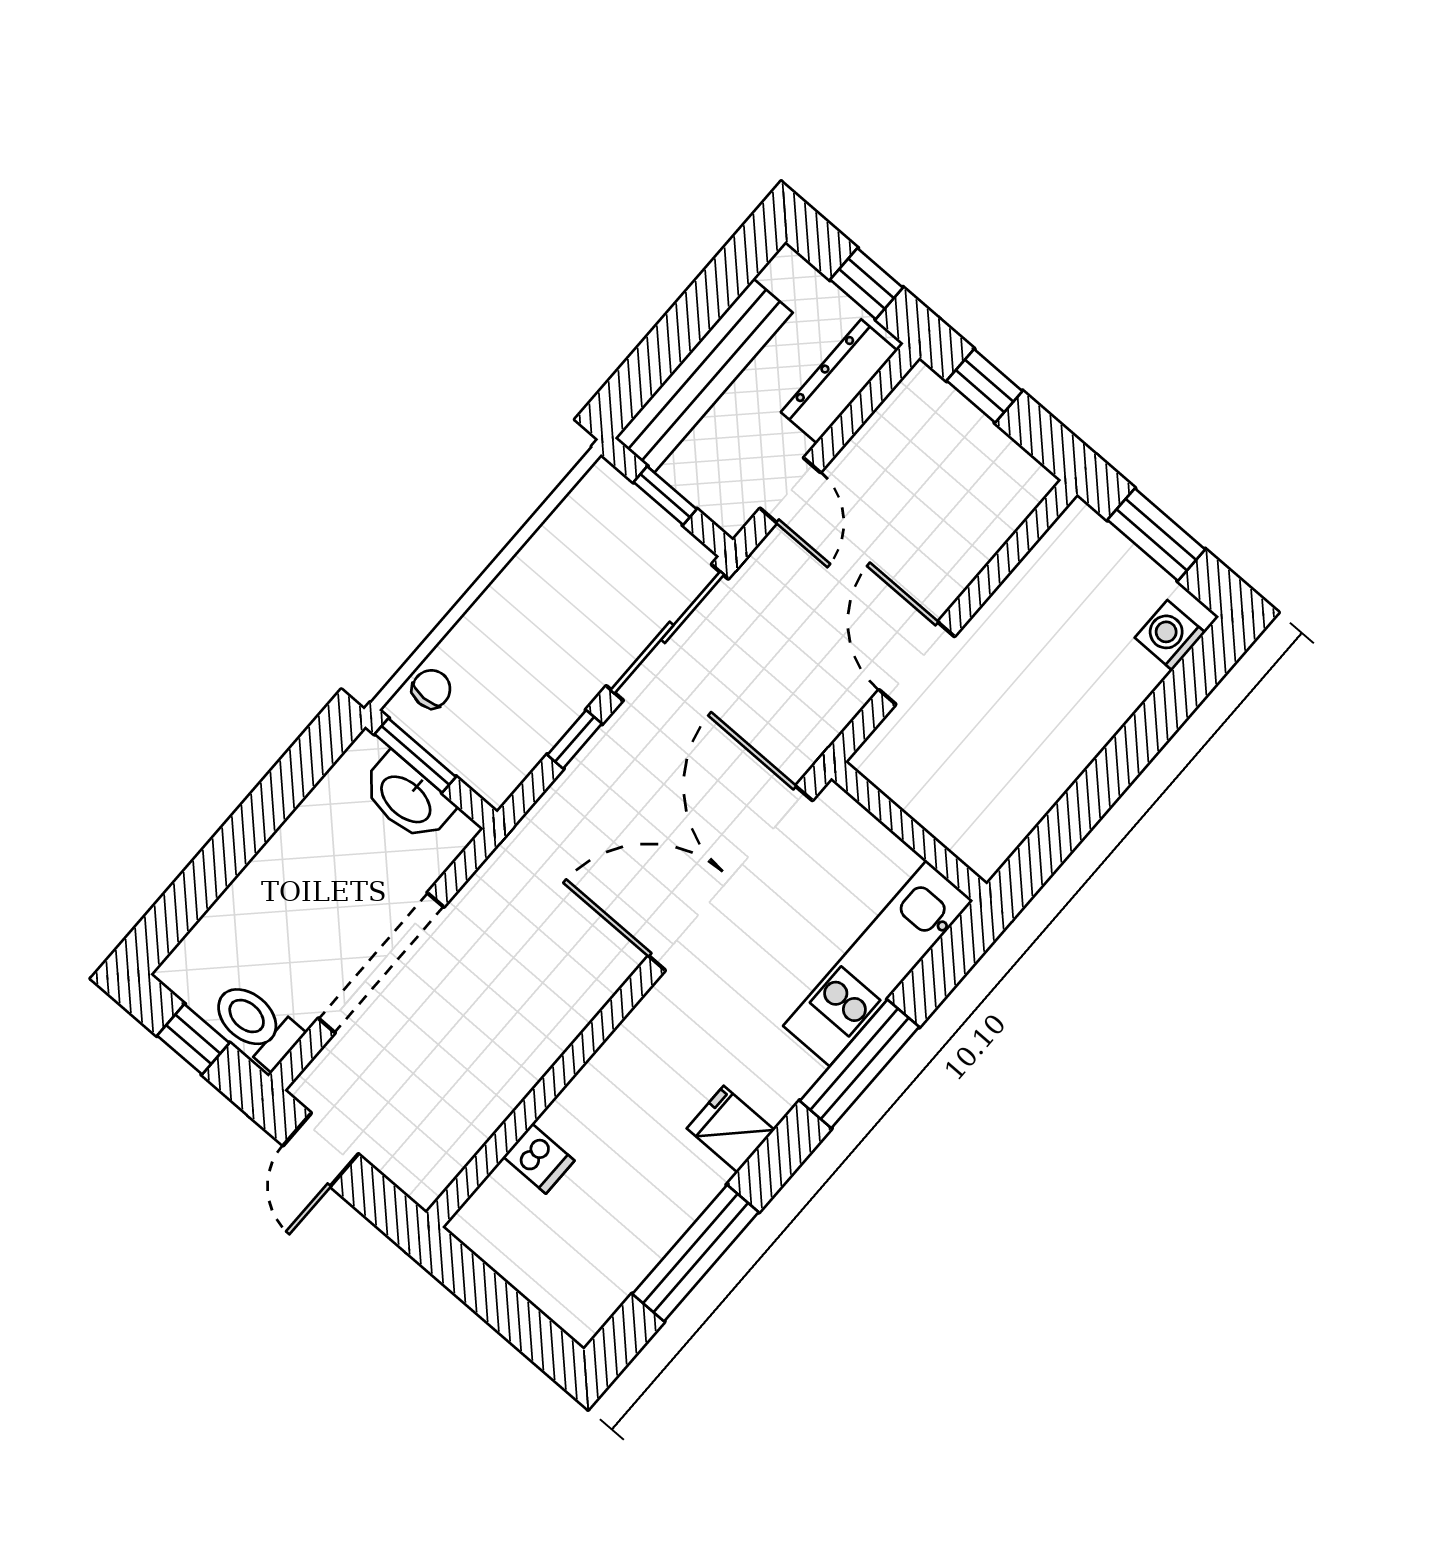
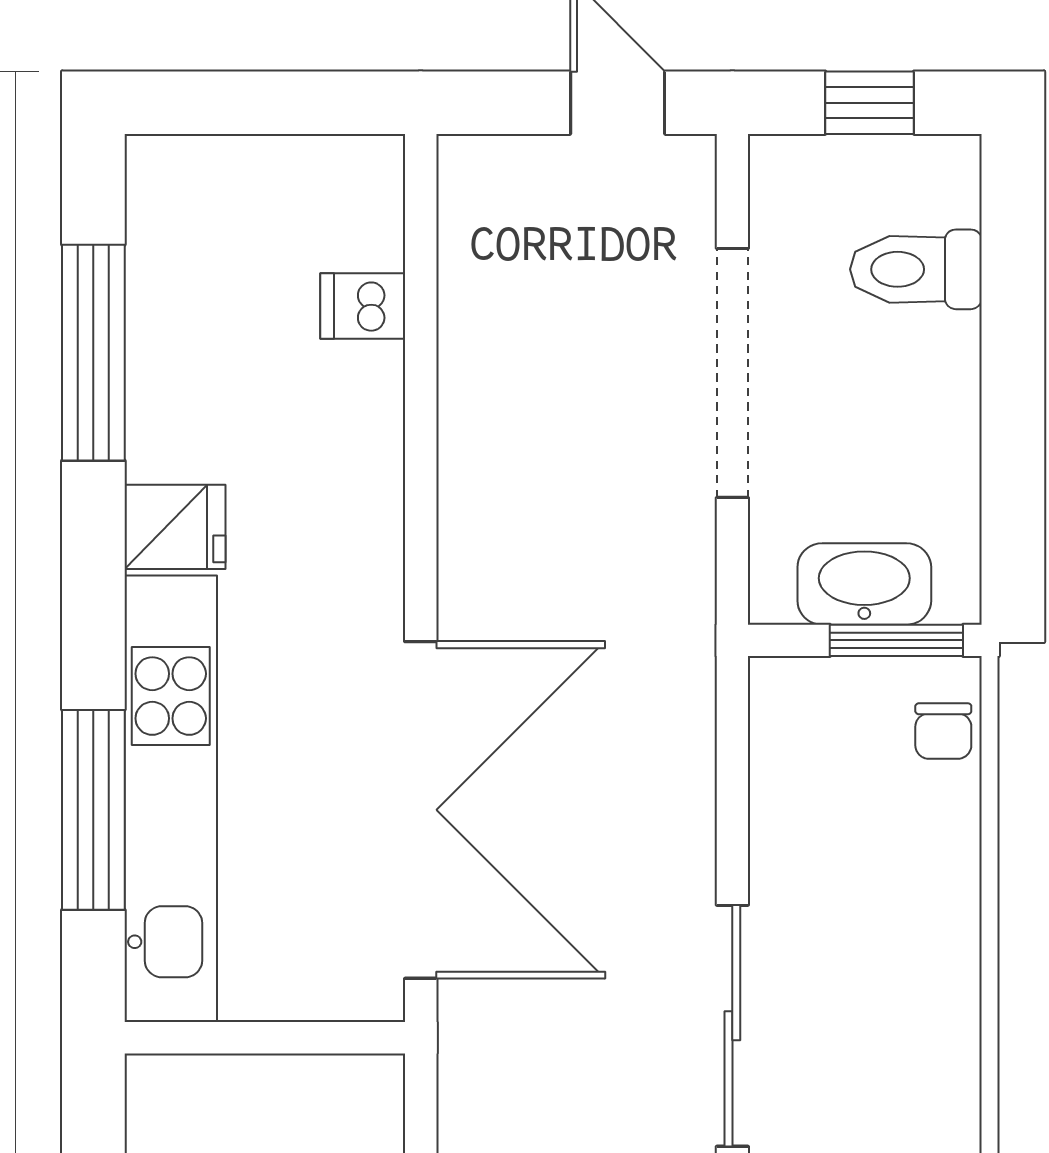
window: (575, 739) -> (732, 814), removed
kitchen unit: (878, 963) -> (171, 799), width x1.36
toilet: (256, 1024) -> (916, 269), moved, turned 180
window: (859, 1064) -> (93, 810), moved

